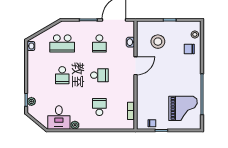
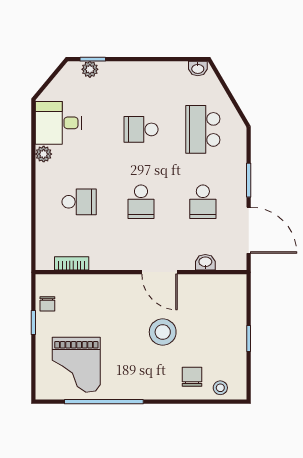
stool: (158, 42) -> (163, 332), moved
school desk: (99, 43) -> (203, 202), turned -90

